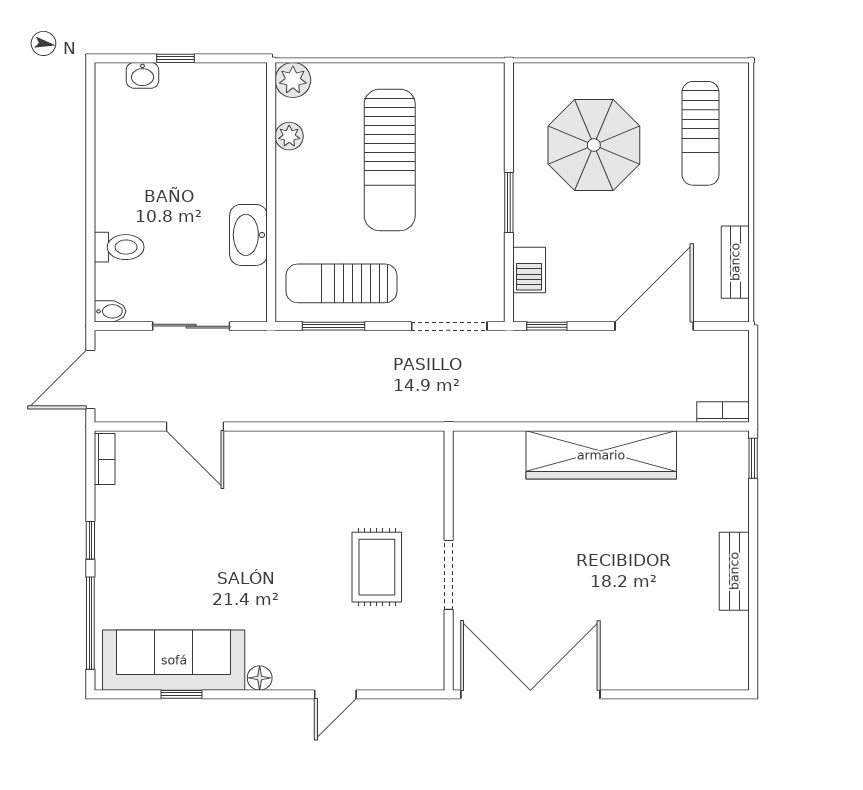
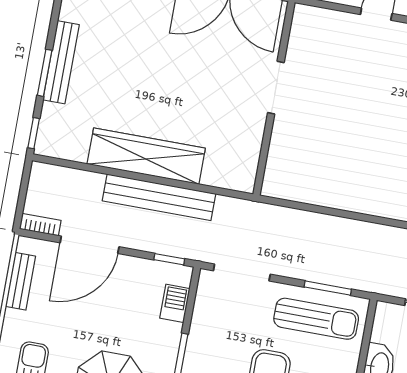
bench: (575, 404) -> (159, 197), added
bookcase: (723, 412) -> (40, 225), moved, turned 180
window: (753, 539) -> (45, 73), added
rug: (377, 567) -> (328, 103), removed
bench: (734, 571) -> (61, 62), width x1.36

